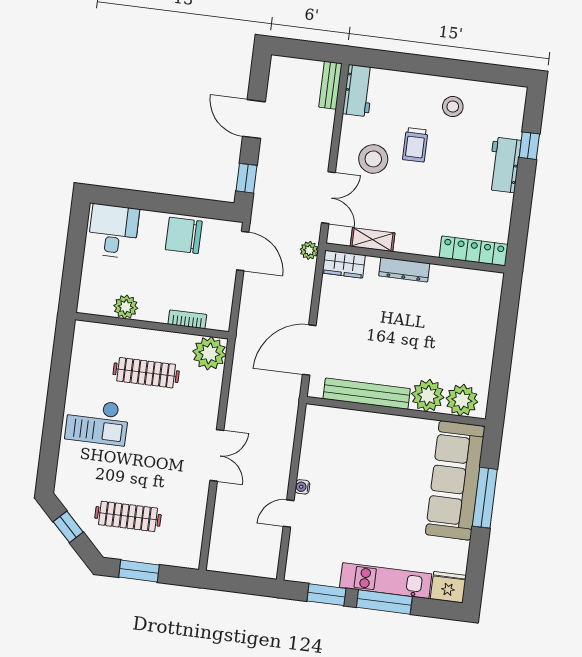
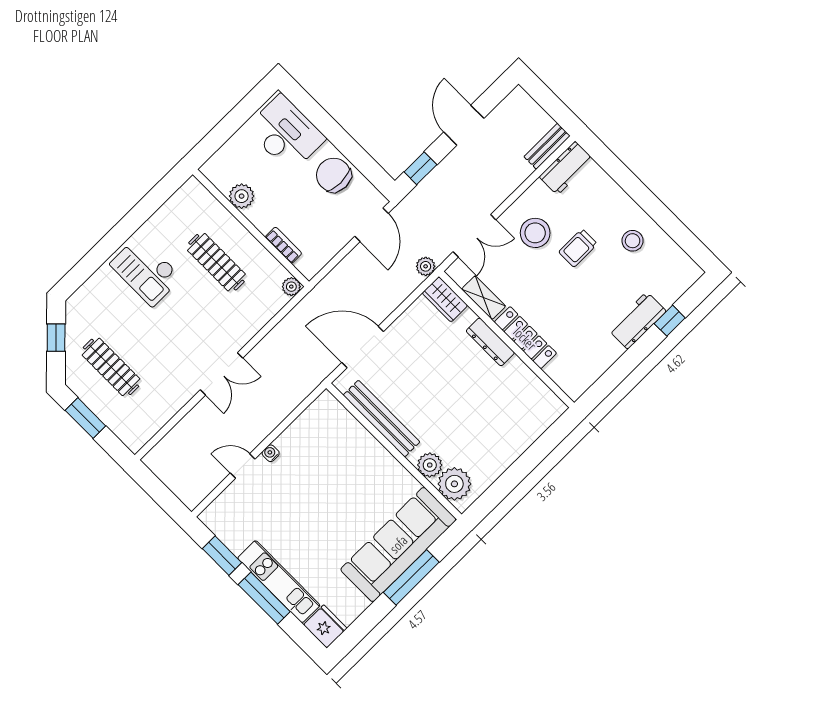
desk: (113, 231) -> (286, 133), width x1.37
locker: (474, 251) -> (525, 338), moved
plant: (209, 353) -> (291, 287), width x0.53, depth x0.53
plant: (428, 396) -> (430, 465), width x0.73, depth x0.73

